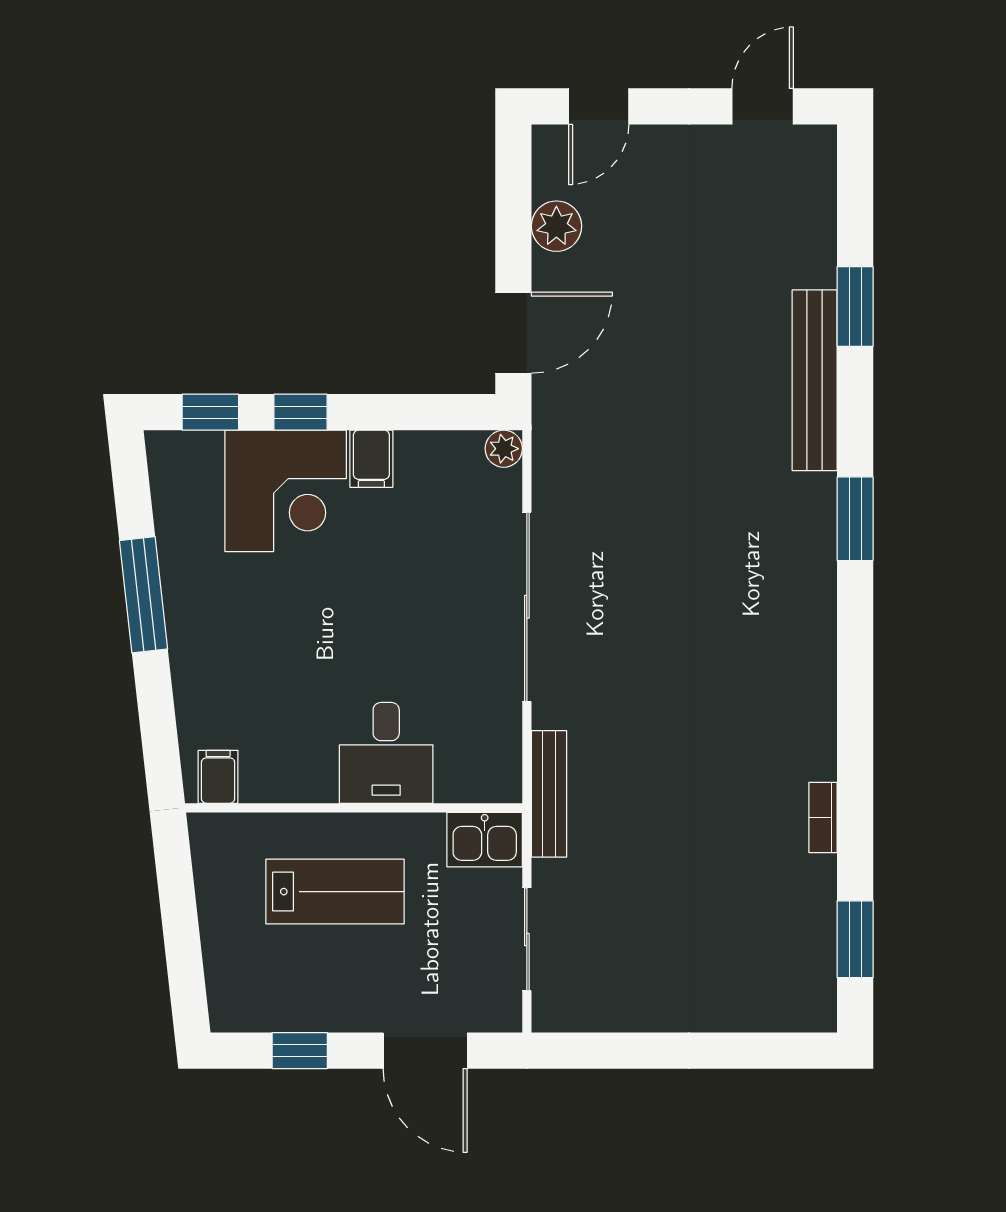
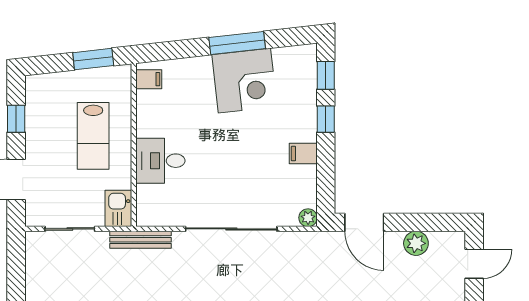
door: (599, 106) -> (474, 264), swing flipped
corner desk: (286, 491) -> (244, 81), moved, turned -96
window: (177, 892) -> (93, 59), added

